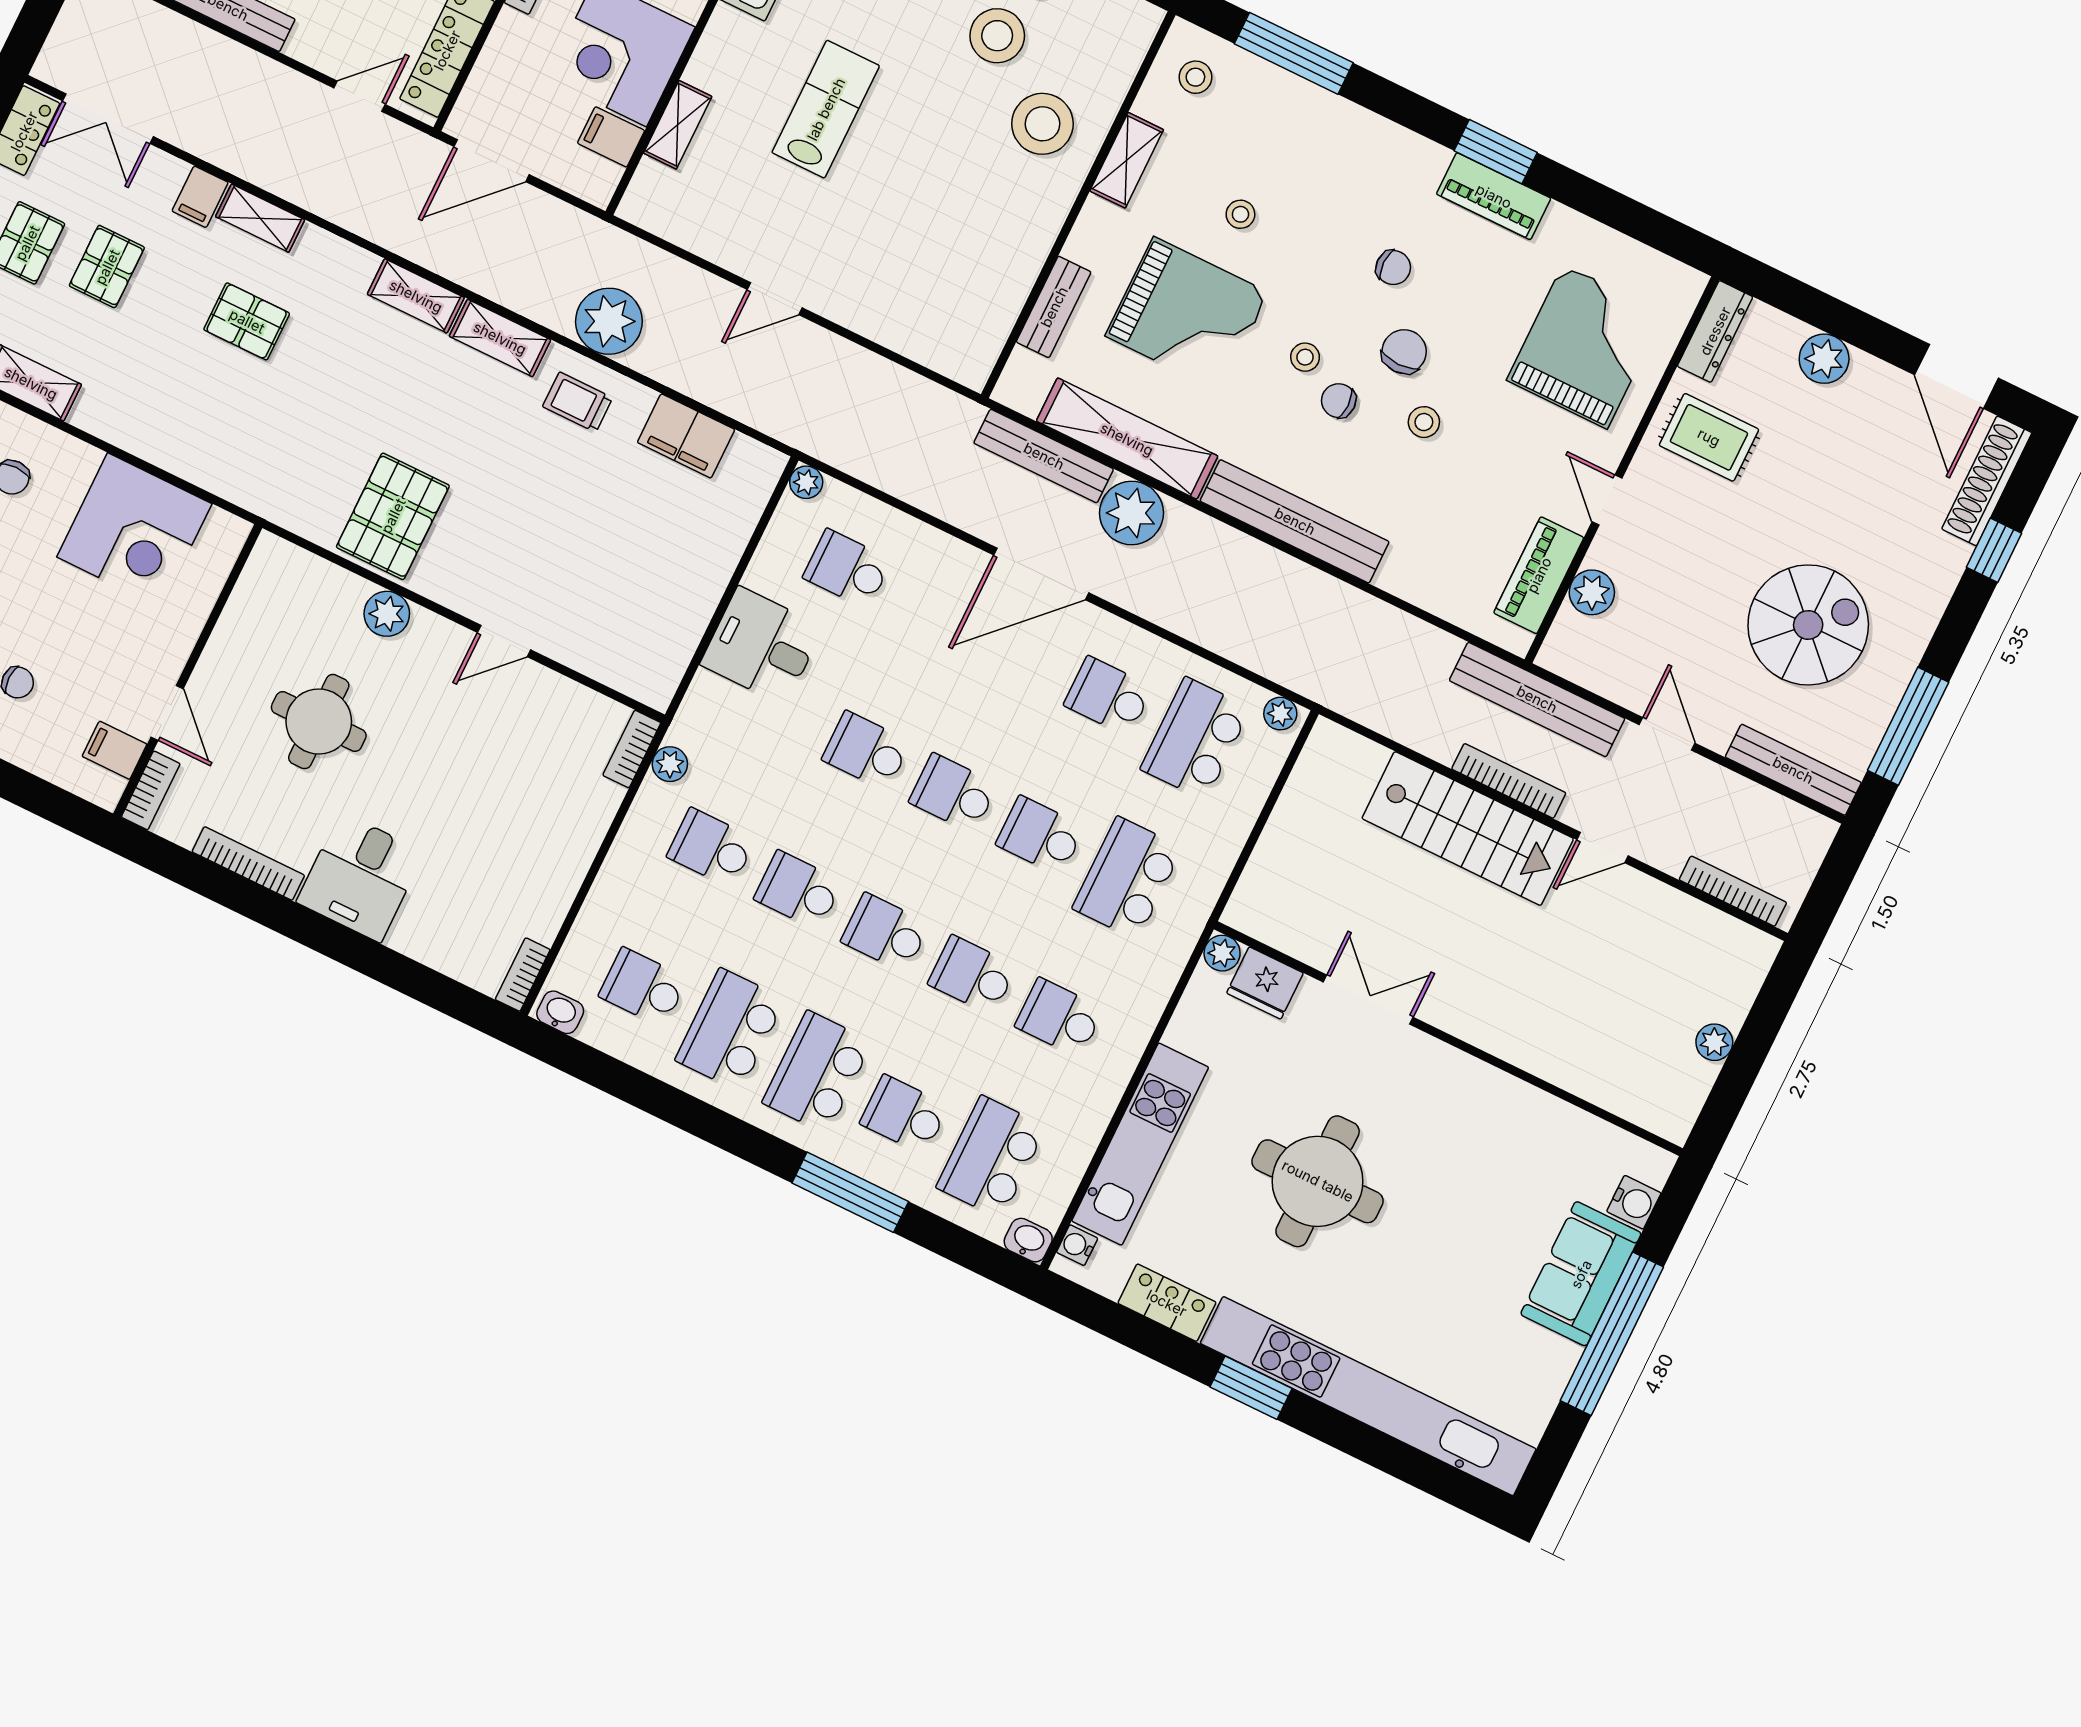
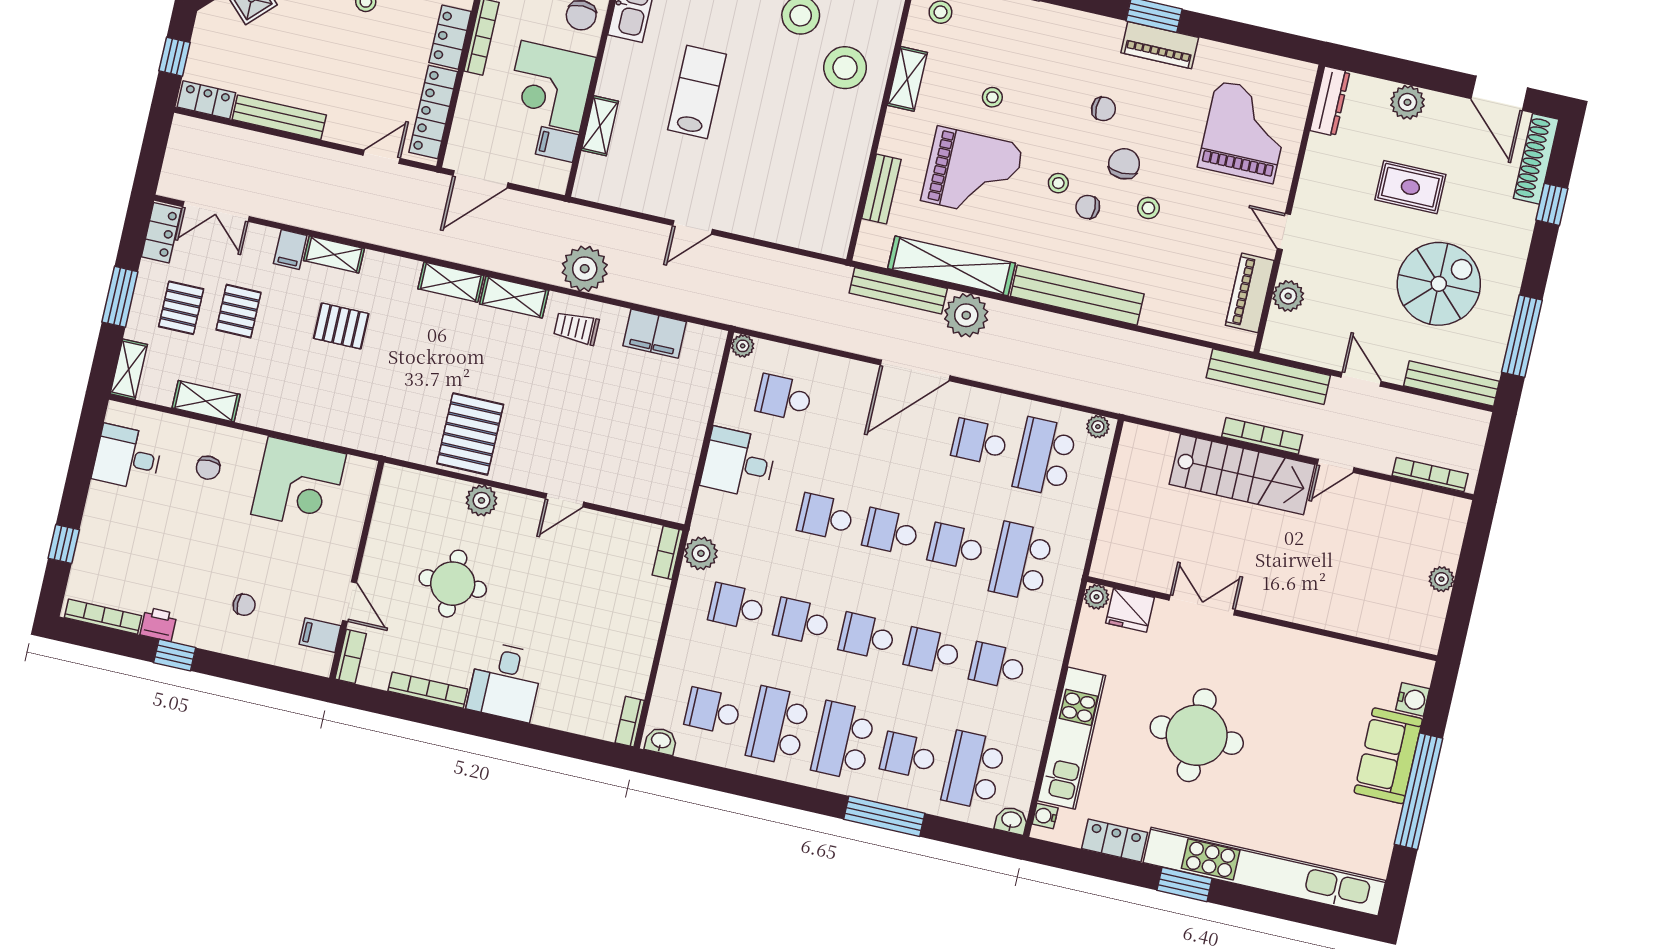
rug: (1709, 437) -> (1410, 187), moved
plant: (670, 764) -> (701, 553), width x1.38, depth x1.38

